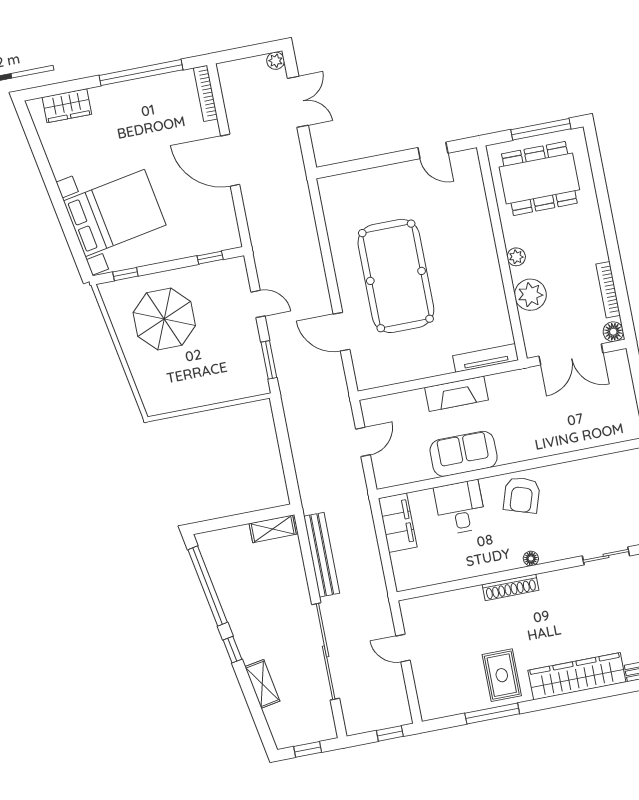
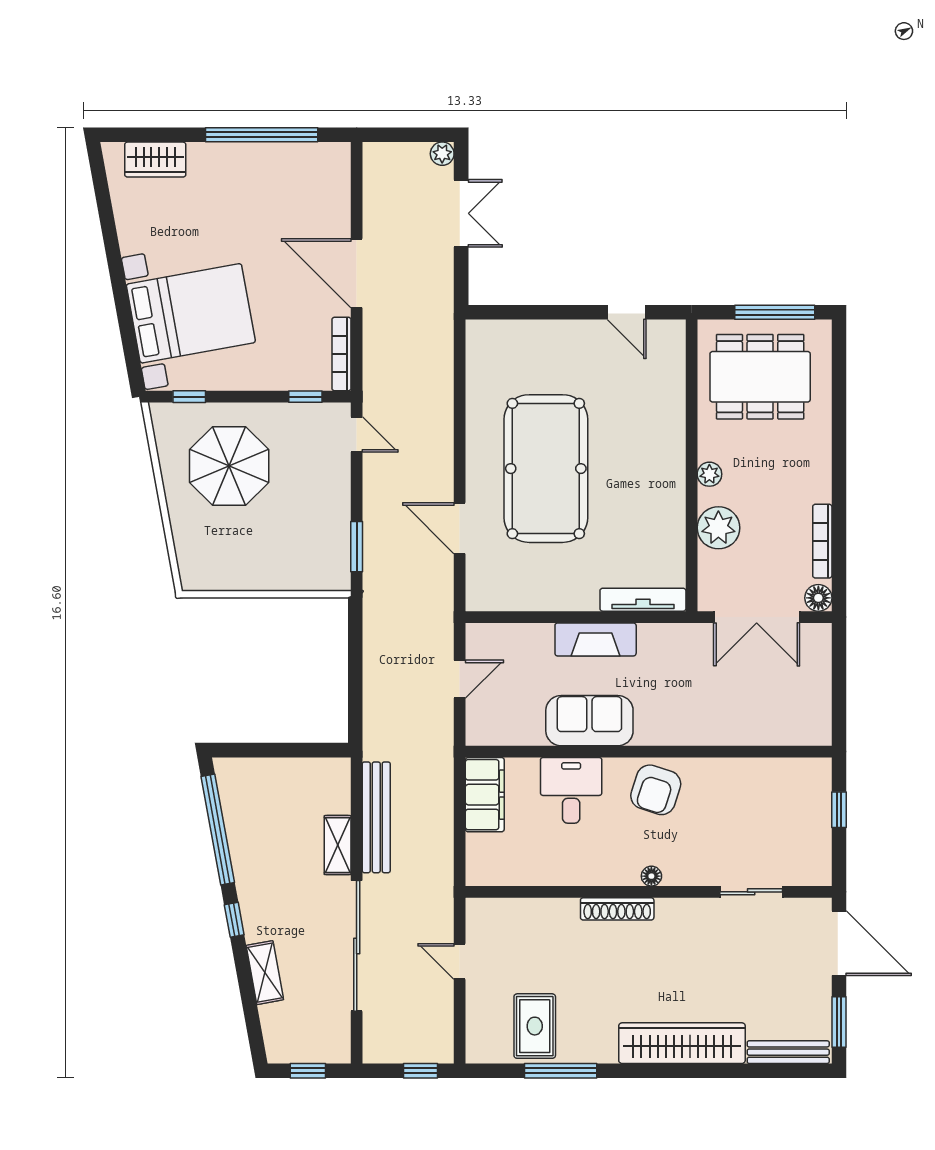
bookcase: (206, 93) -> (341, 354), moved
door: (258, 304) -> (357, 434), moved
shelving: (273, 529) -> (338, 845), moved, turned 90
rug: (502, 675) -> (535, 1026), moved

